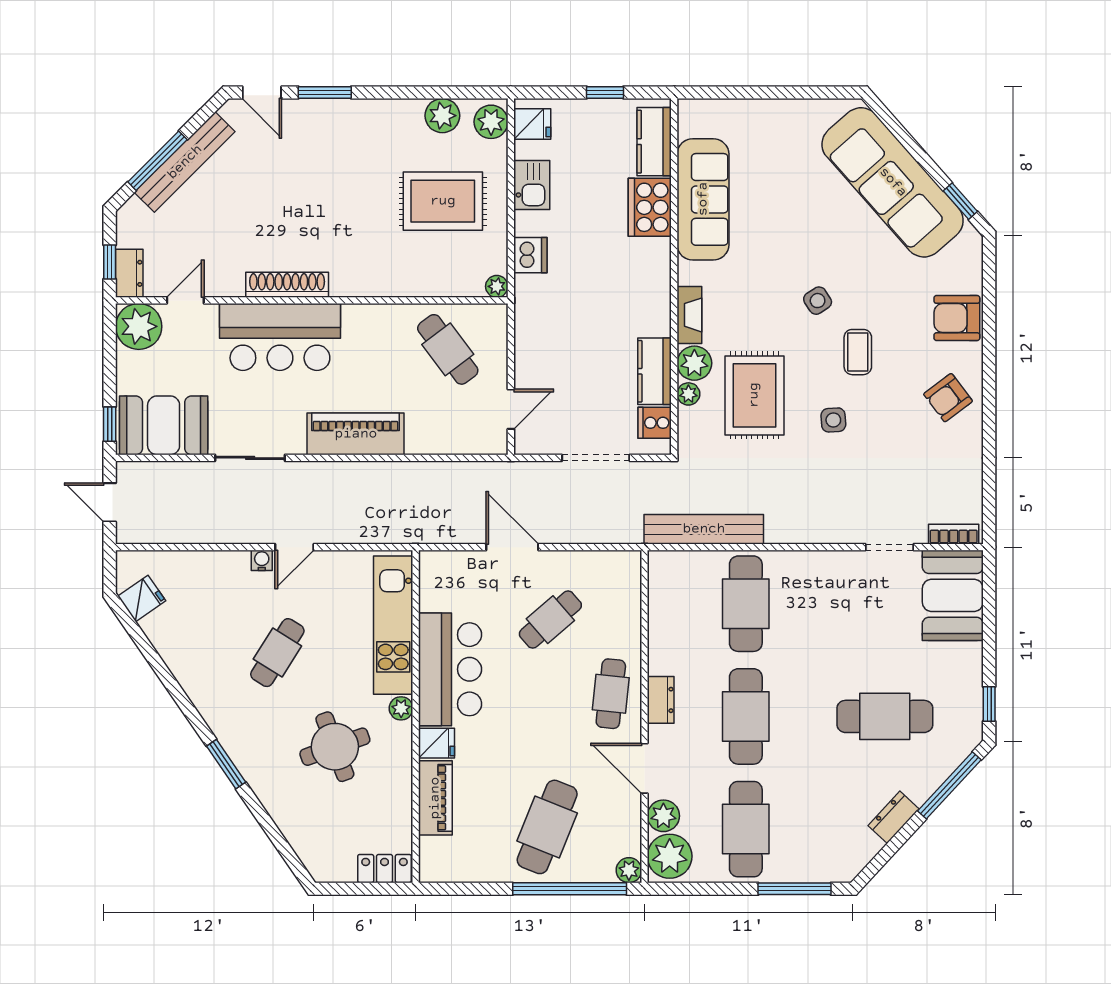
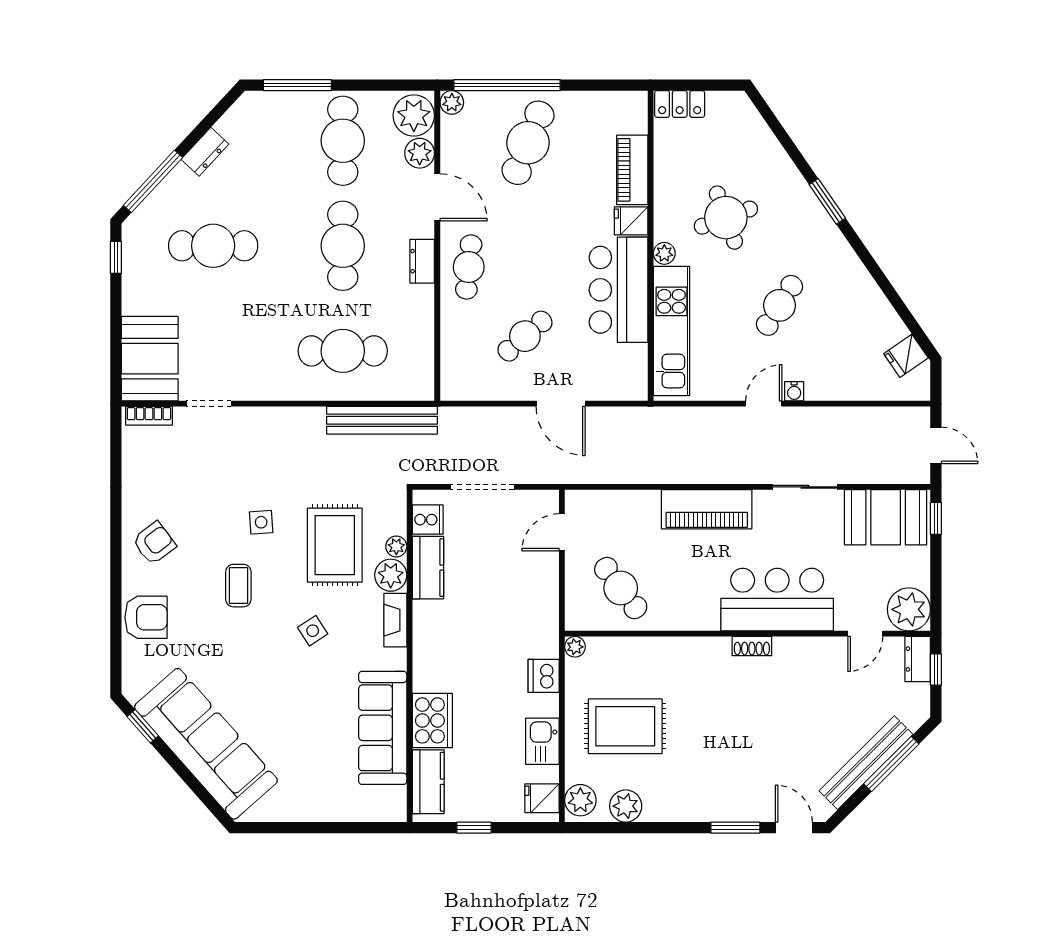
shoe rack: (287, 285) -> (752, 646), width x0.51, depth x0.81
side table: (818, 301) -> (313, 631), moved
cafe table: (746, 604) -> (343, 351), turned 90

